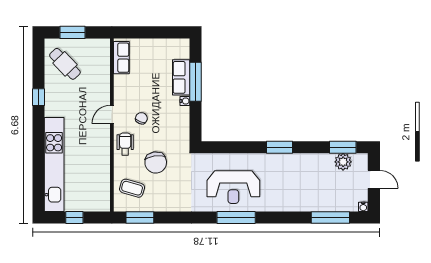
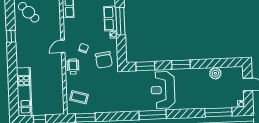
window: (343, 147) -> (145, 66), moved
plant: (343, 162) -> (215, 73), moved
chair: (156, 163) -> (104, 60), moved
kitchen unit: (54, 164) -> (24, 92), width x0.73
reception desk: (233, 187) -> (163, 90), moved, turned 90

